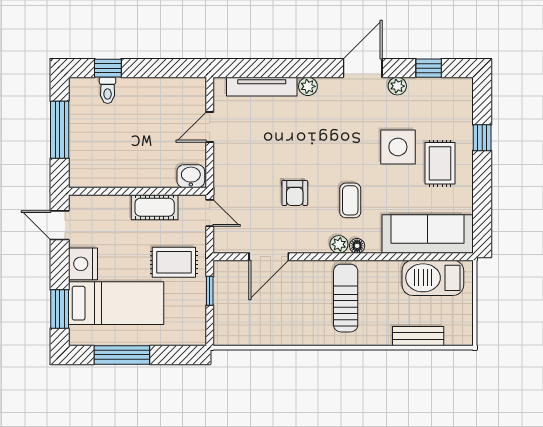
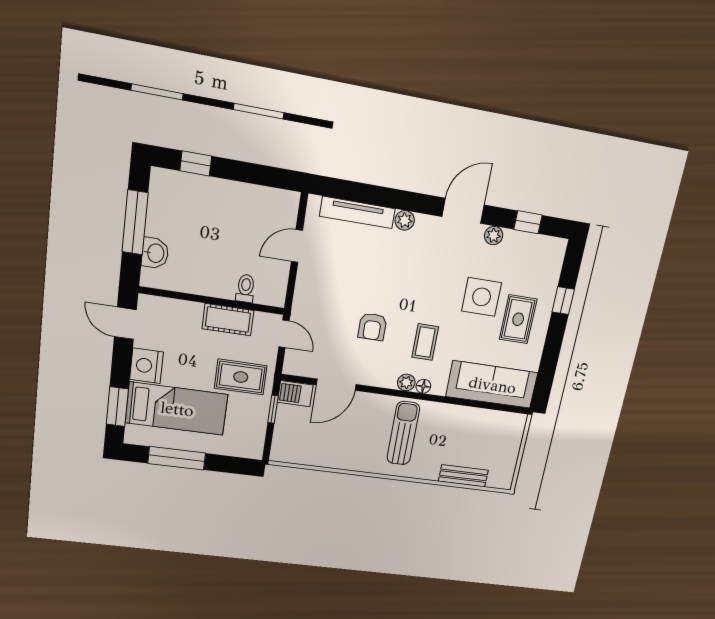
toilet: (108, 90) -> (246, 288), moved, turned 180
washbasin: (191, 176) -> (155, 253), moved, turned 90
barbecue: (433, 278) -> (295, 394), moved, width x0.53, depth x0.65

